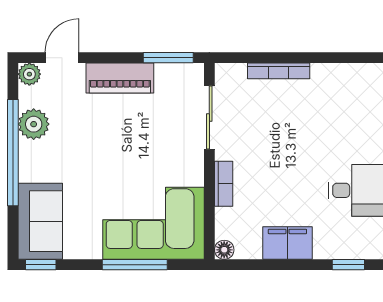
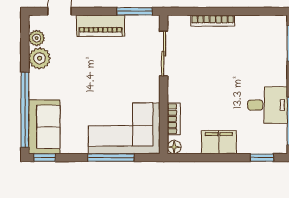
plant: (29, 74) -> (37, 38), moved
window: (13, 153) -> (25, 110), moved
bookcase: (224, 184) -> (174, 119), moved

